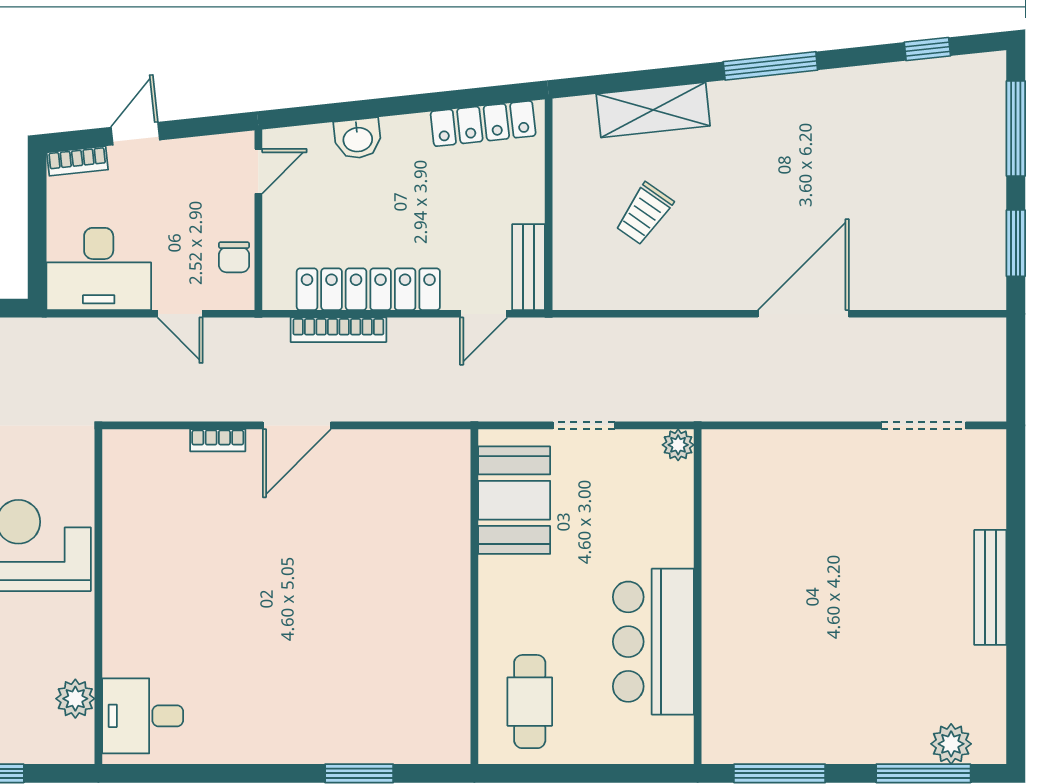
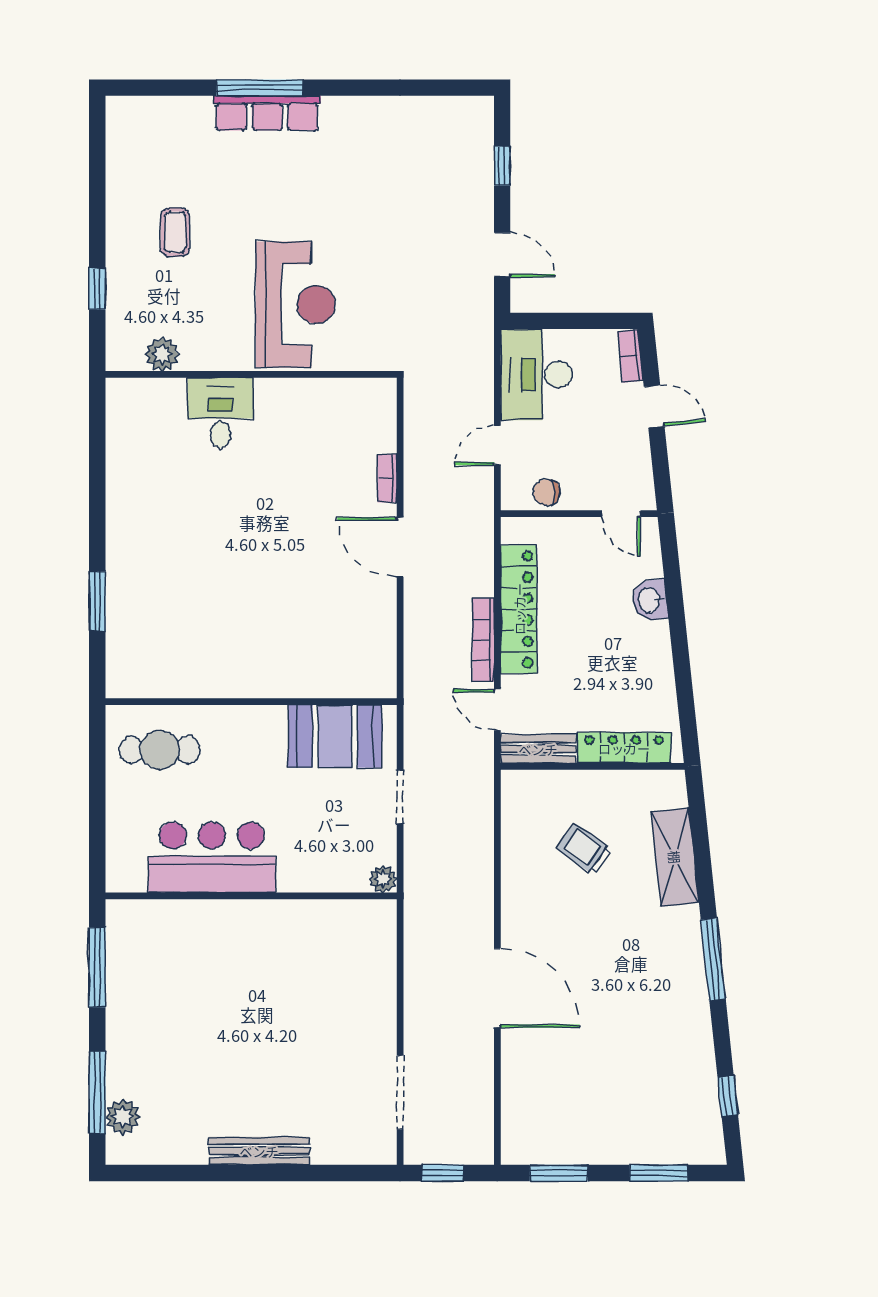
locker: (483, 124) -> (624, 748), moved, turned 96
window: (1016, 128) -> (659, 1173), width x0.69
bookcase: (338, 330) -> (483, 640), moved
window: (1016, 377) -> (443, 1173), added
desk: (143, 716) -> (220, 413), moved

